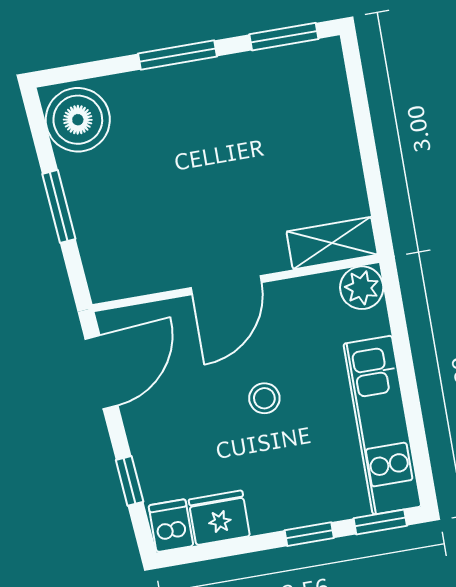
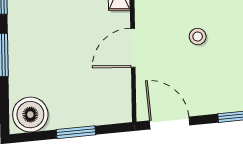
door: (226, 285) -> (133, 48), swing flipped

